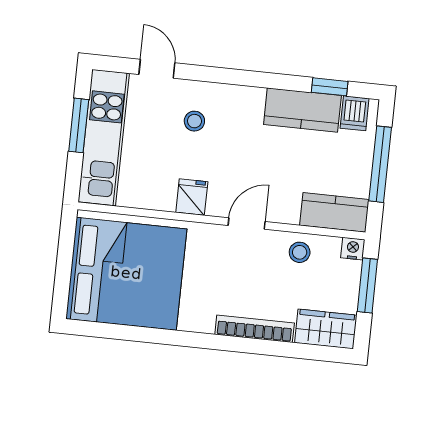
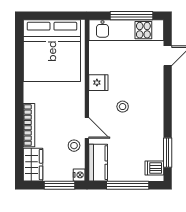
window: (330, 87) -> (168, 153), width x1.50
kitchen counter: (302, 110) -> (153, 139), removed
stool: (194, 121) -> (123, 107), moved
window: (79, 125) -> (132, 16), width x1.44
door: (247, 223) -> (87, 128), moved

